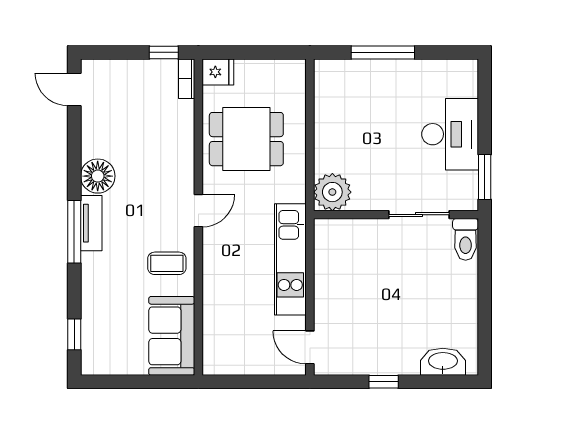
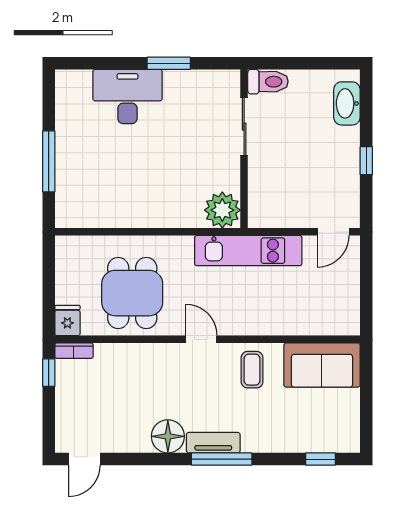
plant: (332, 192) -> (222, 210), moved
wall: (396, 215) -> (244, 149), moved
sliding door: (419, 215) -> (244, 127), moved
toilet: (466, 239) -> (268, 82), moved

